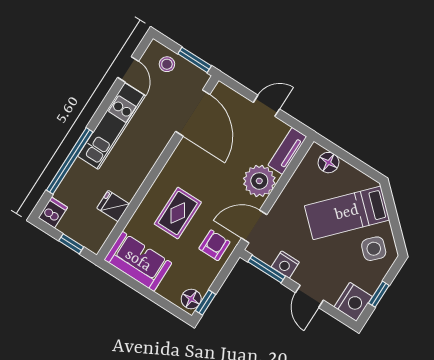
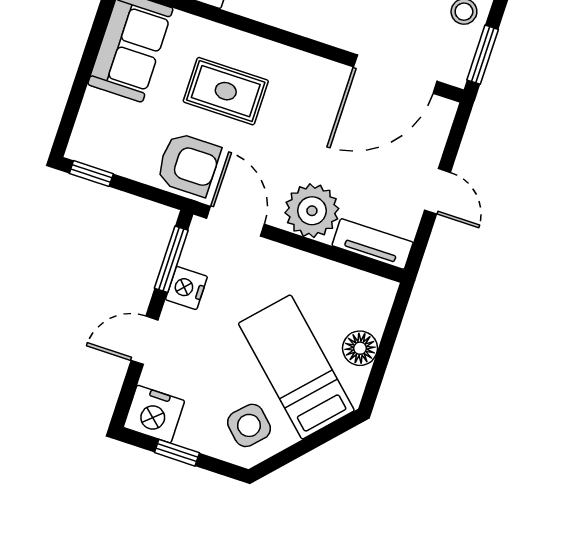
floor lamp: (328, 163) -> (360, 348), moved
armchair: (214, 245) -> (188, 164), width x1.38, depth x1.38
floor lamp: (191, 299) -> (91, 149), removed

